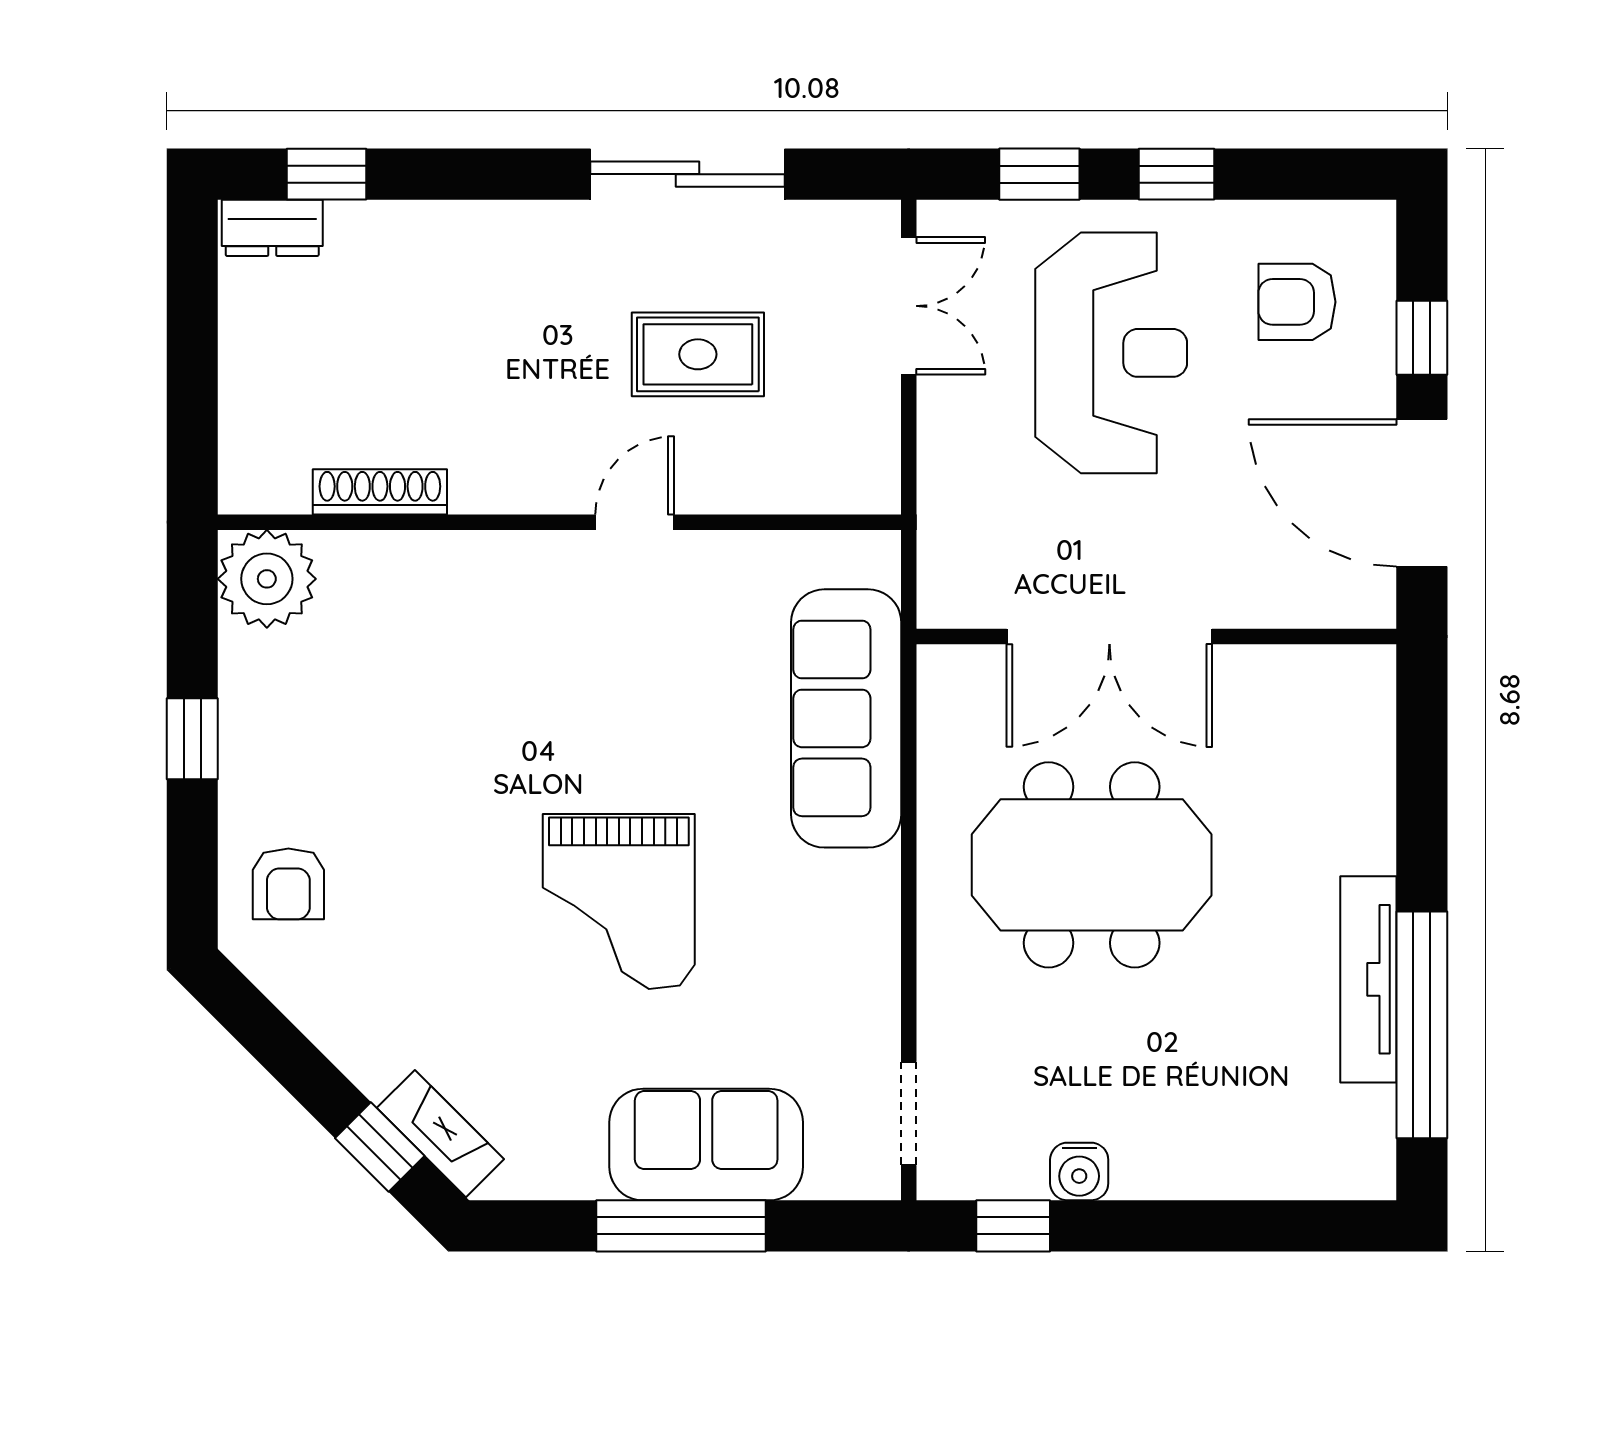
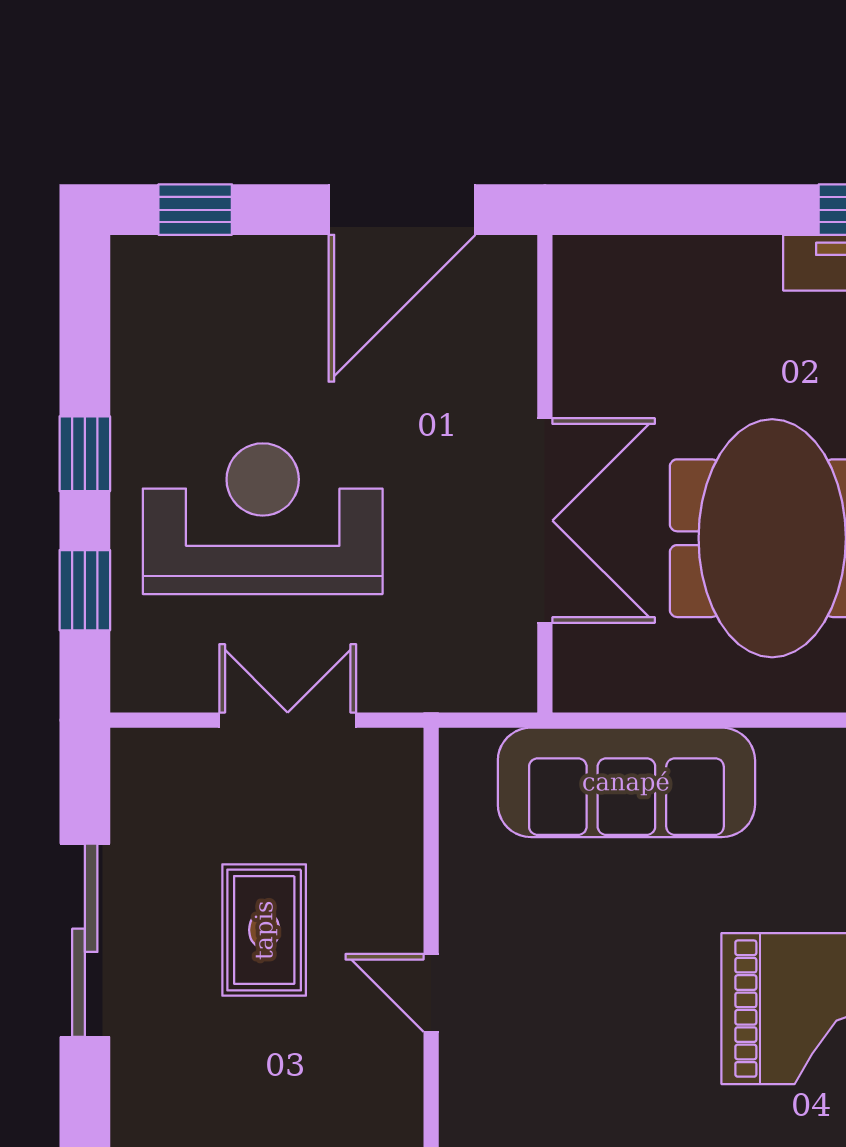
armchair: (1297, 302) -> (212, 334), removed
double door: (909, 306) -> (288, 720), moved
window: (1422, 338) -> (195, 210), moved

